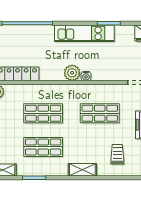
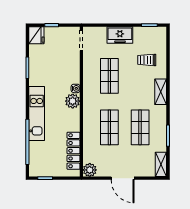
kitchen unit: (84, 33) -> (37, 113), moved

